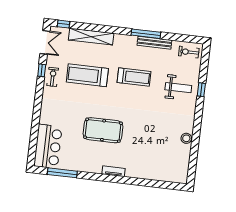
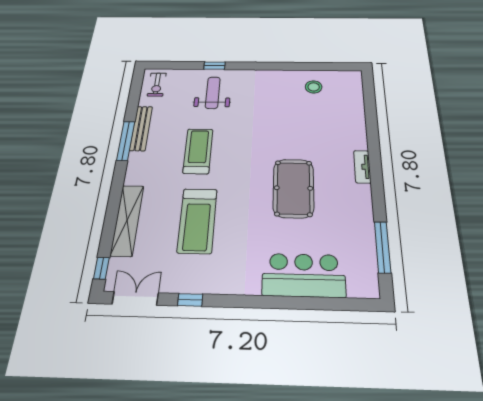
exercise bike: (53, 77) -> (202, 279), removed
stool: (186, 138) -> (314, 87), moved
bar counter: (48, 146) -> (304, 275), moved

